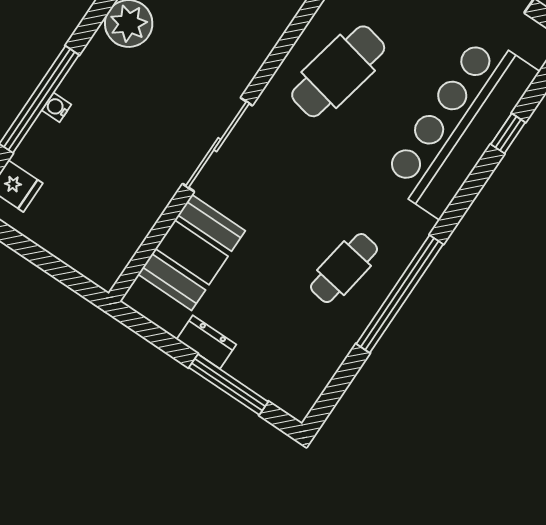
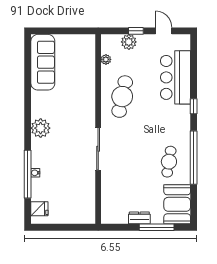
bar counter: (460, 125) -> (175, 77), width x0.73
window: (508, 133) -> (194, 106), moved
booth: (192, 252) -> (177, 204), moved

